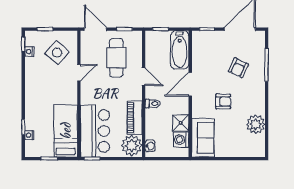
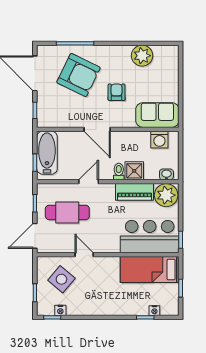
bathtub: (180, 50) -> (47, 153), moved, turned -90
armchair: (238, 68) -> (78, 75), width x1.88, depth x1.88
shower: (181, 123) -> (134, 171), moved

